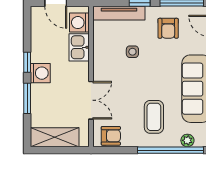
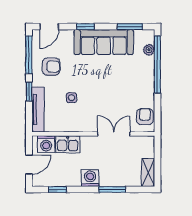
window: (27, 62) -> (57, 190), moved
coffee table: (154, 117) -> (128, 79), removed
shelving: (55, 137) -> (148, 173), width x0.67, depth x0.75

